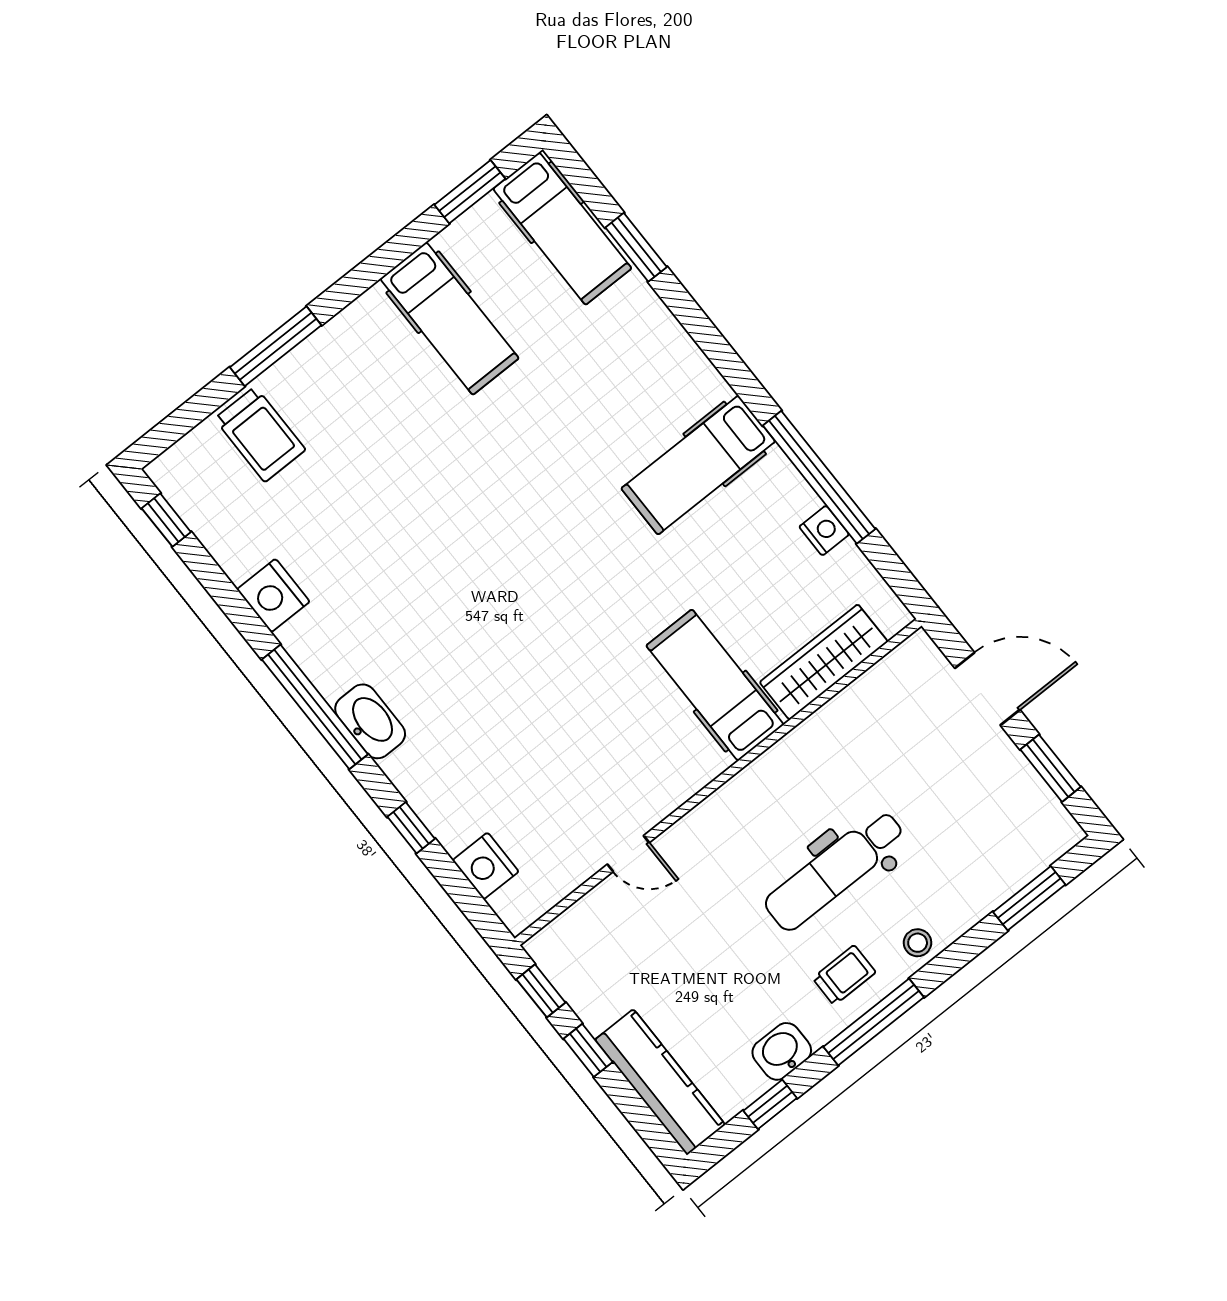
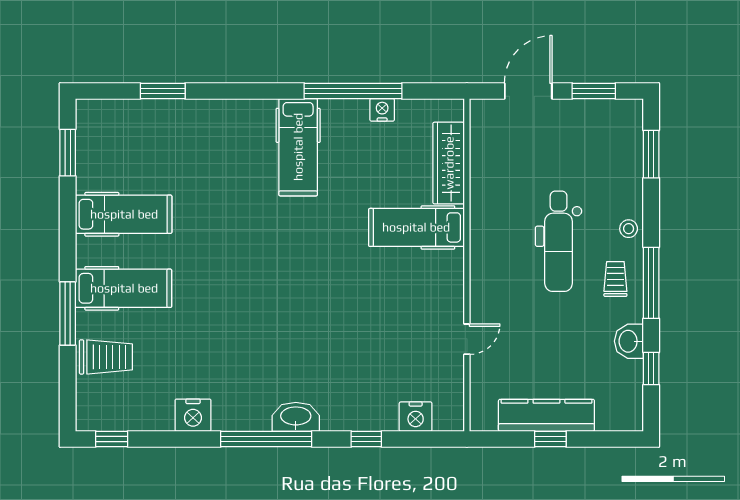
hospital bed: (562, 229) -> (124, 288), moved
window: (541, 991) -> (501, 439), removed
kitchen counter: (660, 1082) -> (546, 415), moved

